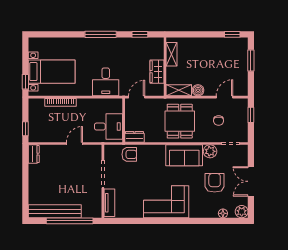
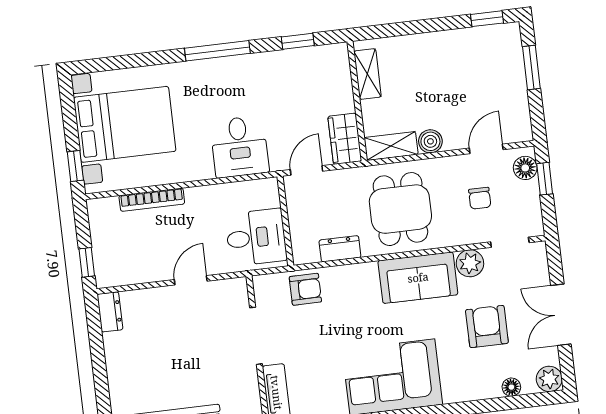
bed with nightstands: (52, 72) -> (125, 124), width x1.36
wardrobe: (157, 72) -> (345, 139), moved
floor lamp: (242, 109) -> (525, 168), added
dresser: (134, 137) -> (340, 249), moved

